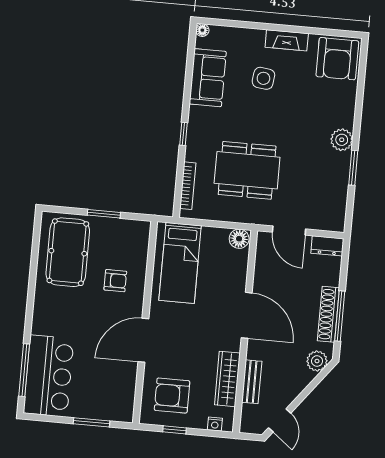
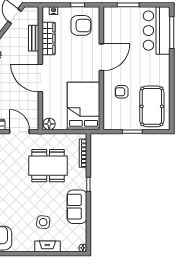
fireplace: (287, 40) -> (47, 246), moved
sofa: (208, 78) -> (77, 207), moved
bed: (180, 263) -> (83, 106), width x1.50

